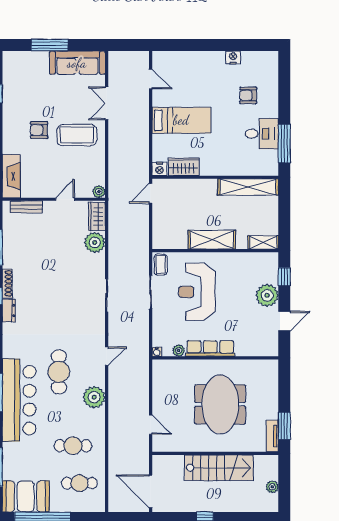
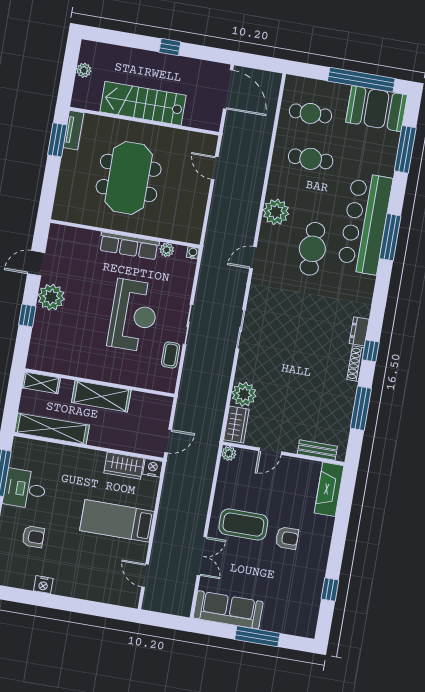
shelving: (212, 240) -> (101, 396), moved
shelving: (263, 242) -> (41, 383), moved
wall: (215, 251) -> (100, 383), moved

